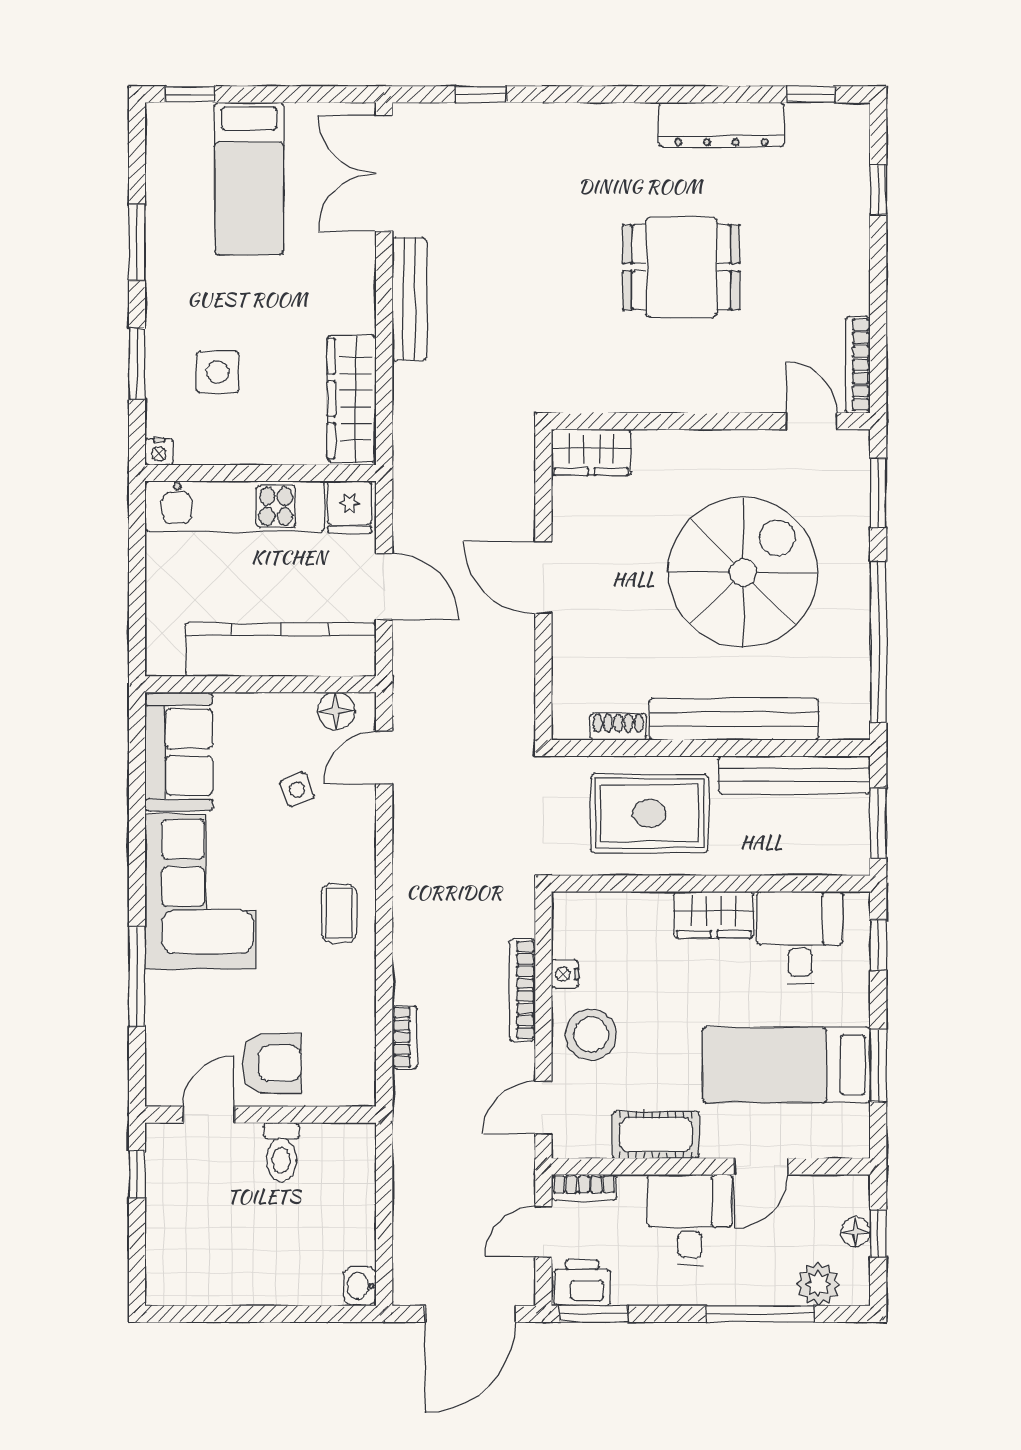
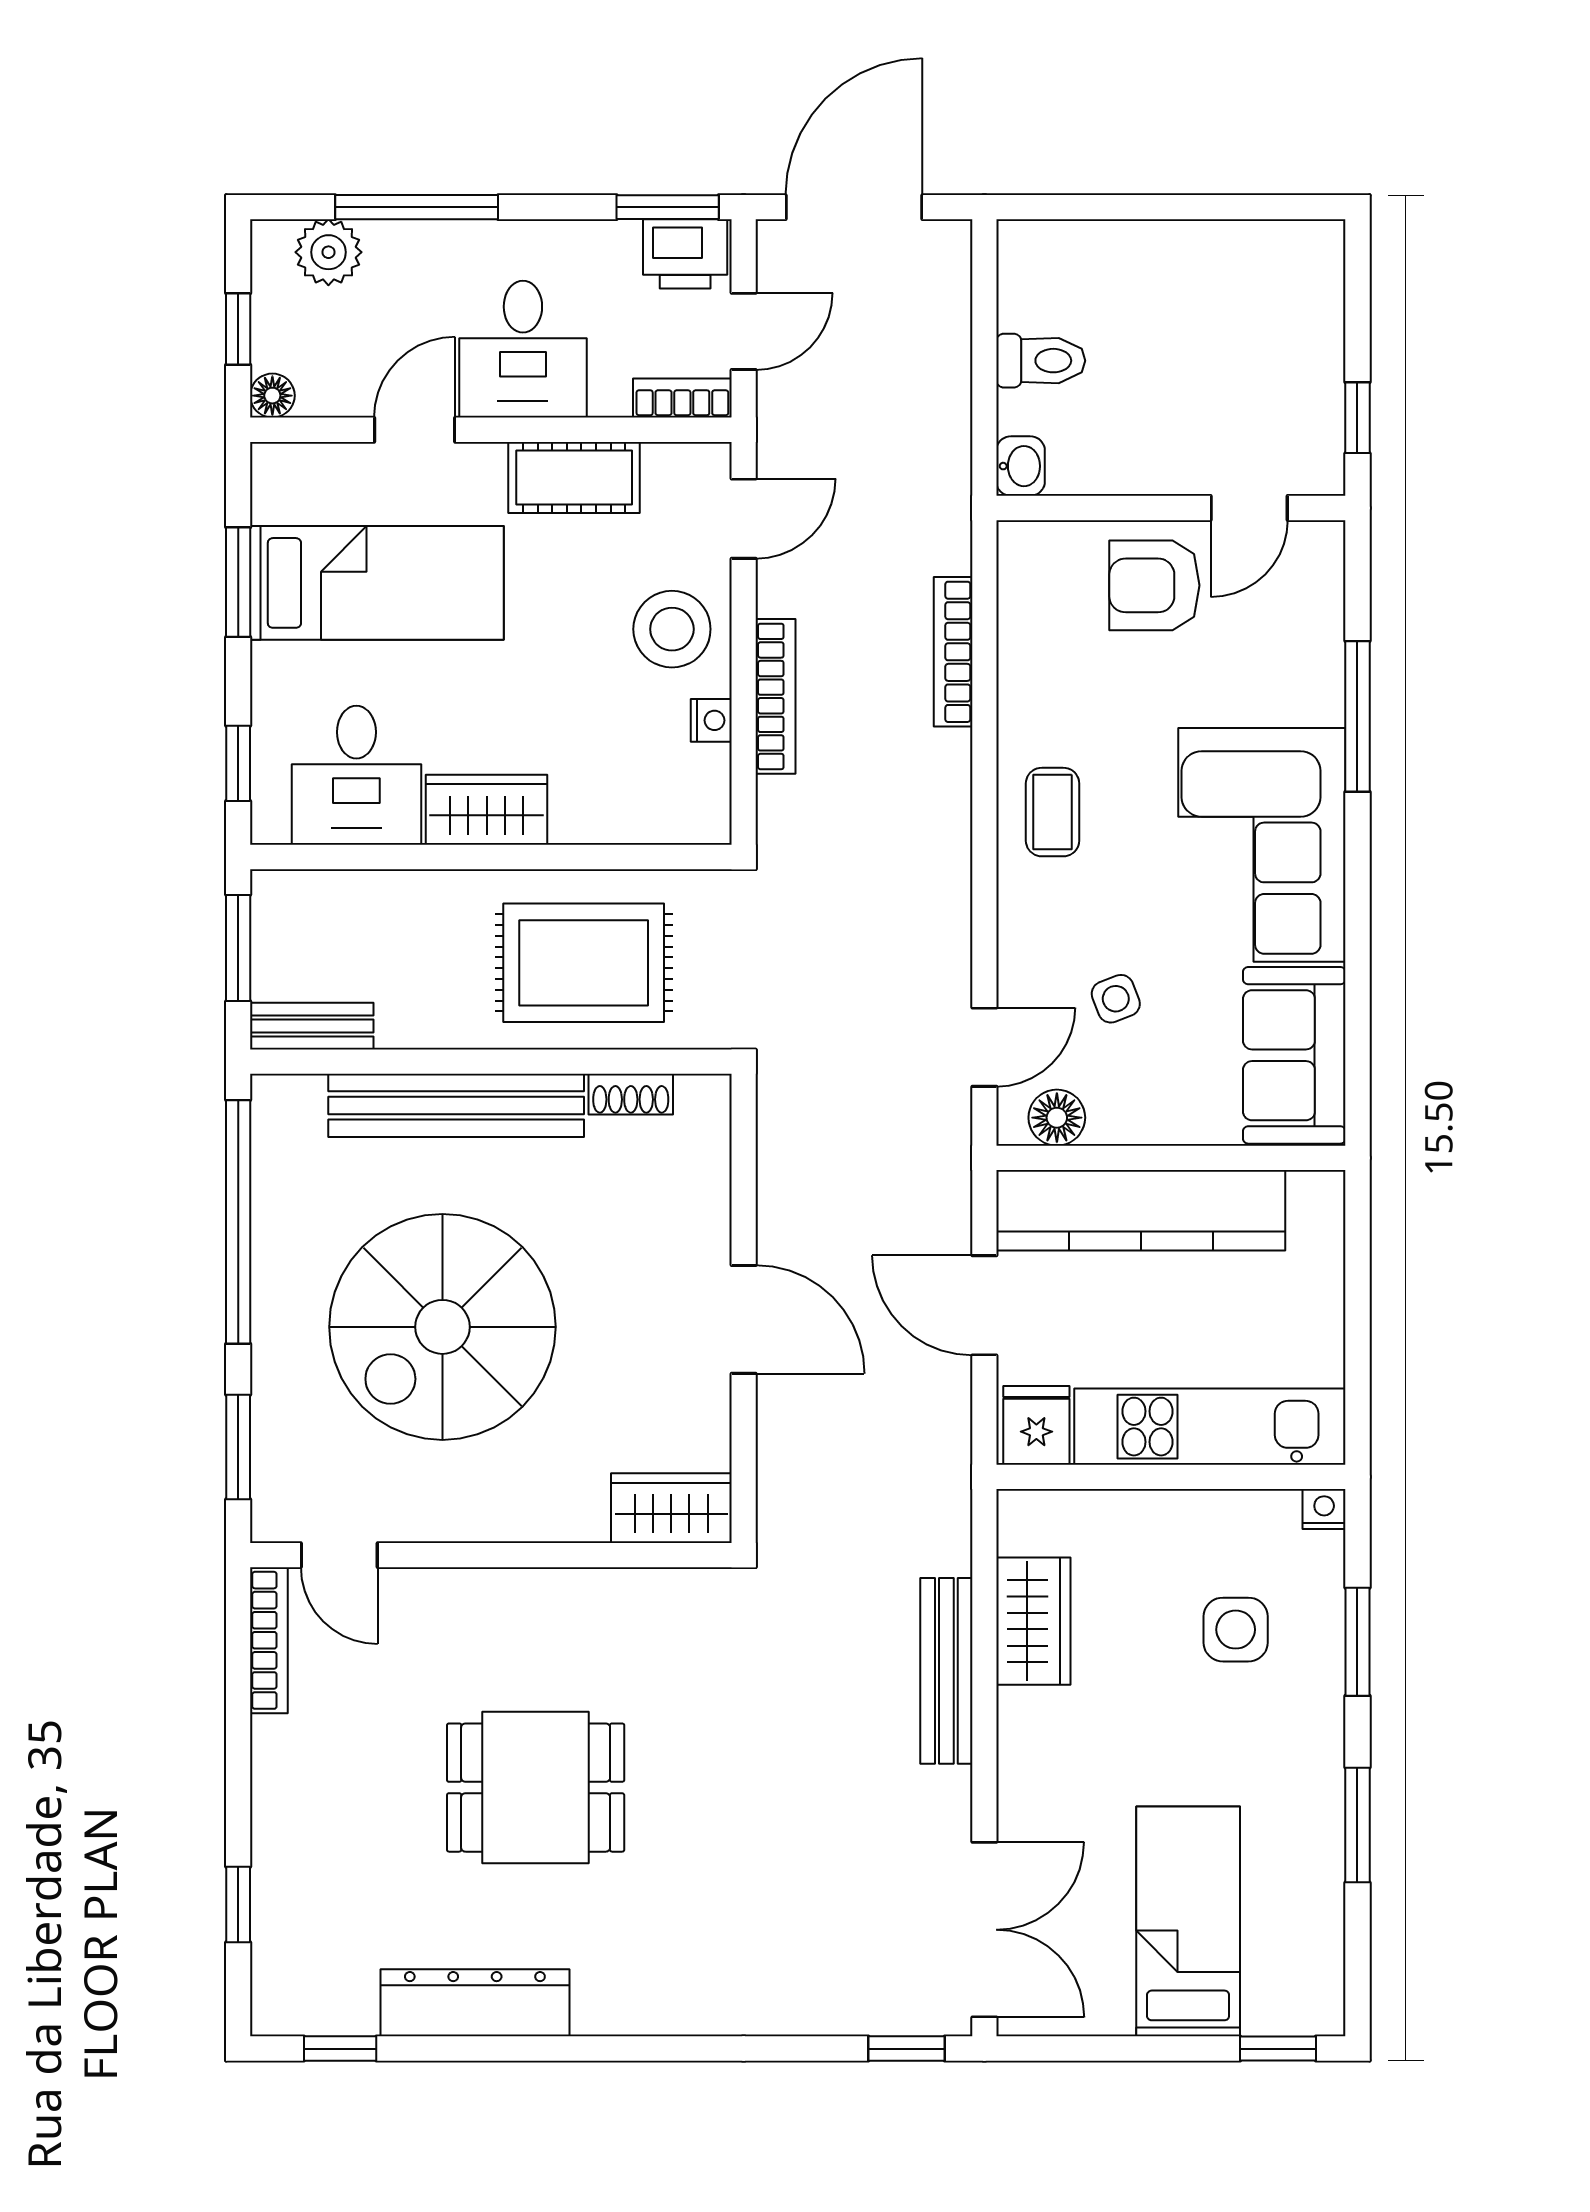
window: (481, 94) -> (906, 2049), moved
bench: (409, 299) -> (946, 1671), moved
wardrobe: (352, 399) -> (1033, 1621), width x0.67
bench: (794, 775) -> (312, 1026), width x0.54, depth x0.82
bookcase: (405, 1037) -> (953, 652), width x1.56
toilet: (281, 1152) -> (1041, 361), moved, turned 90
floor lamp: (856, 1232) -> (272, 396), moved
washbasin: (360, 1286) -> (1021, 466), moved

